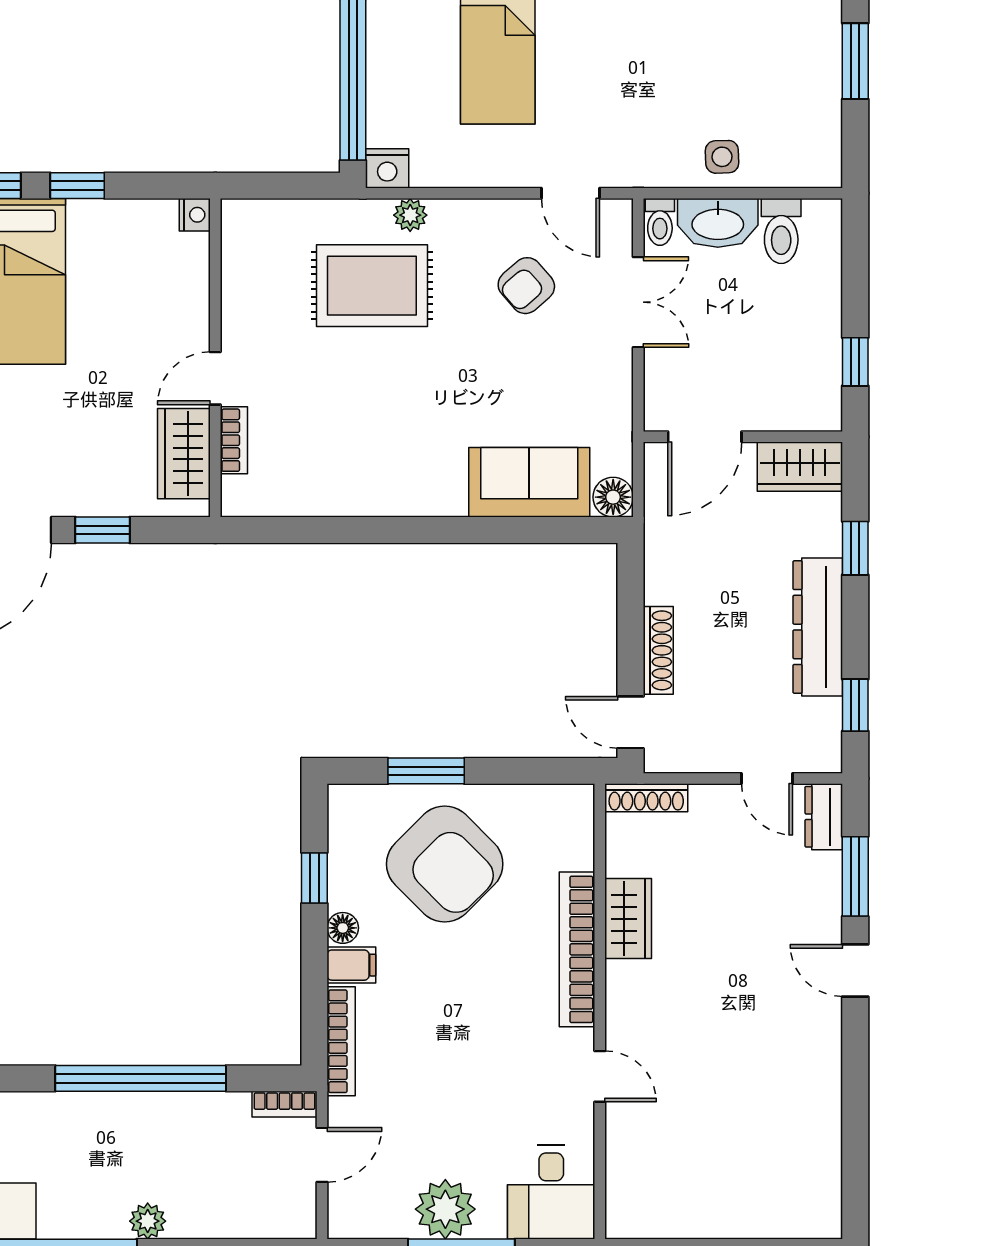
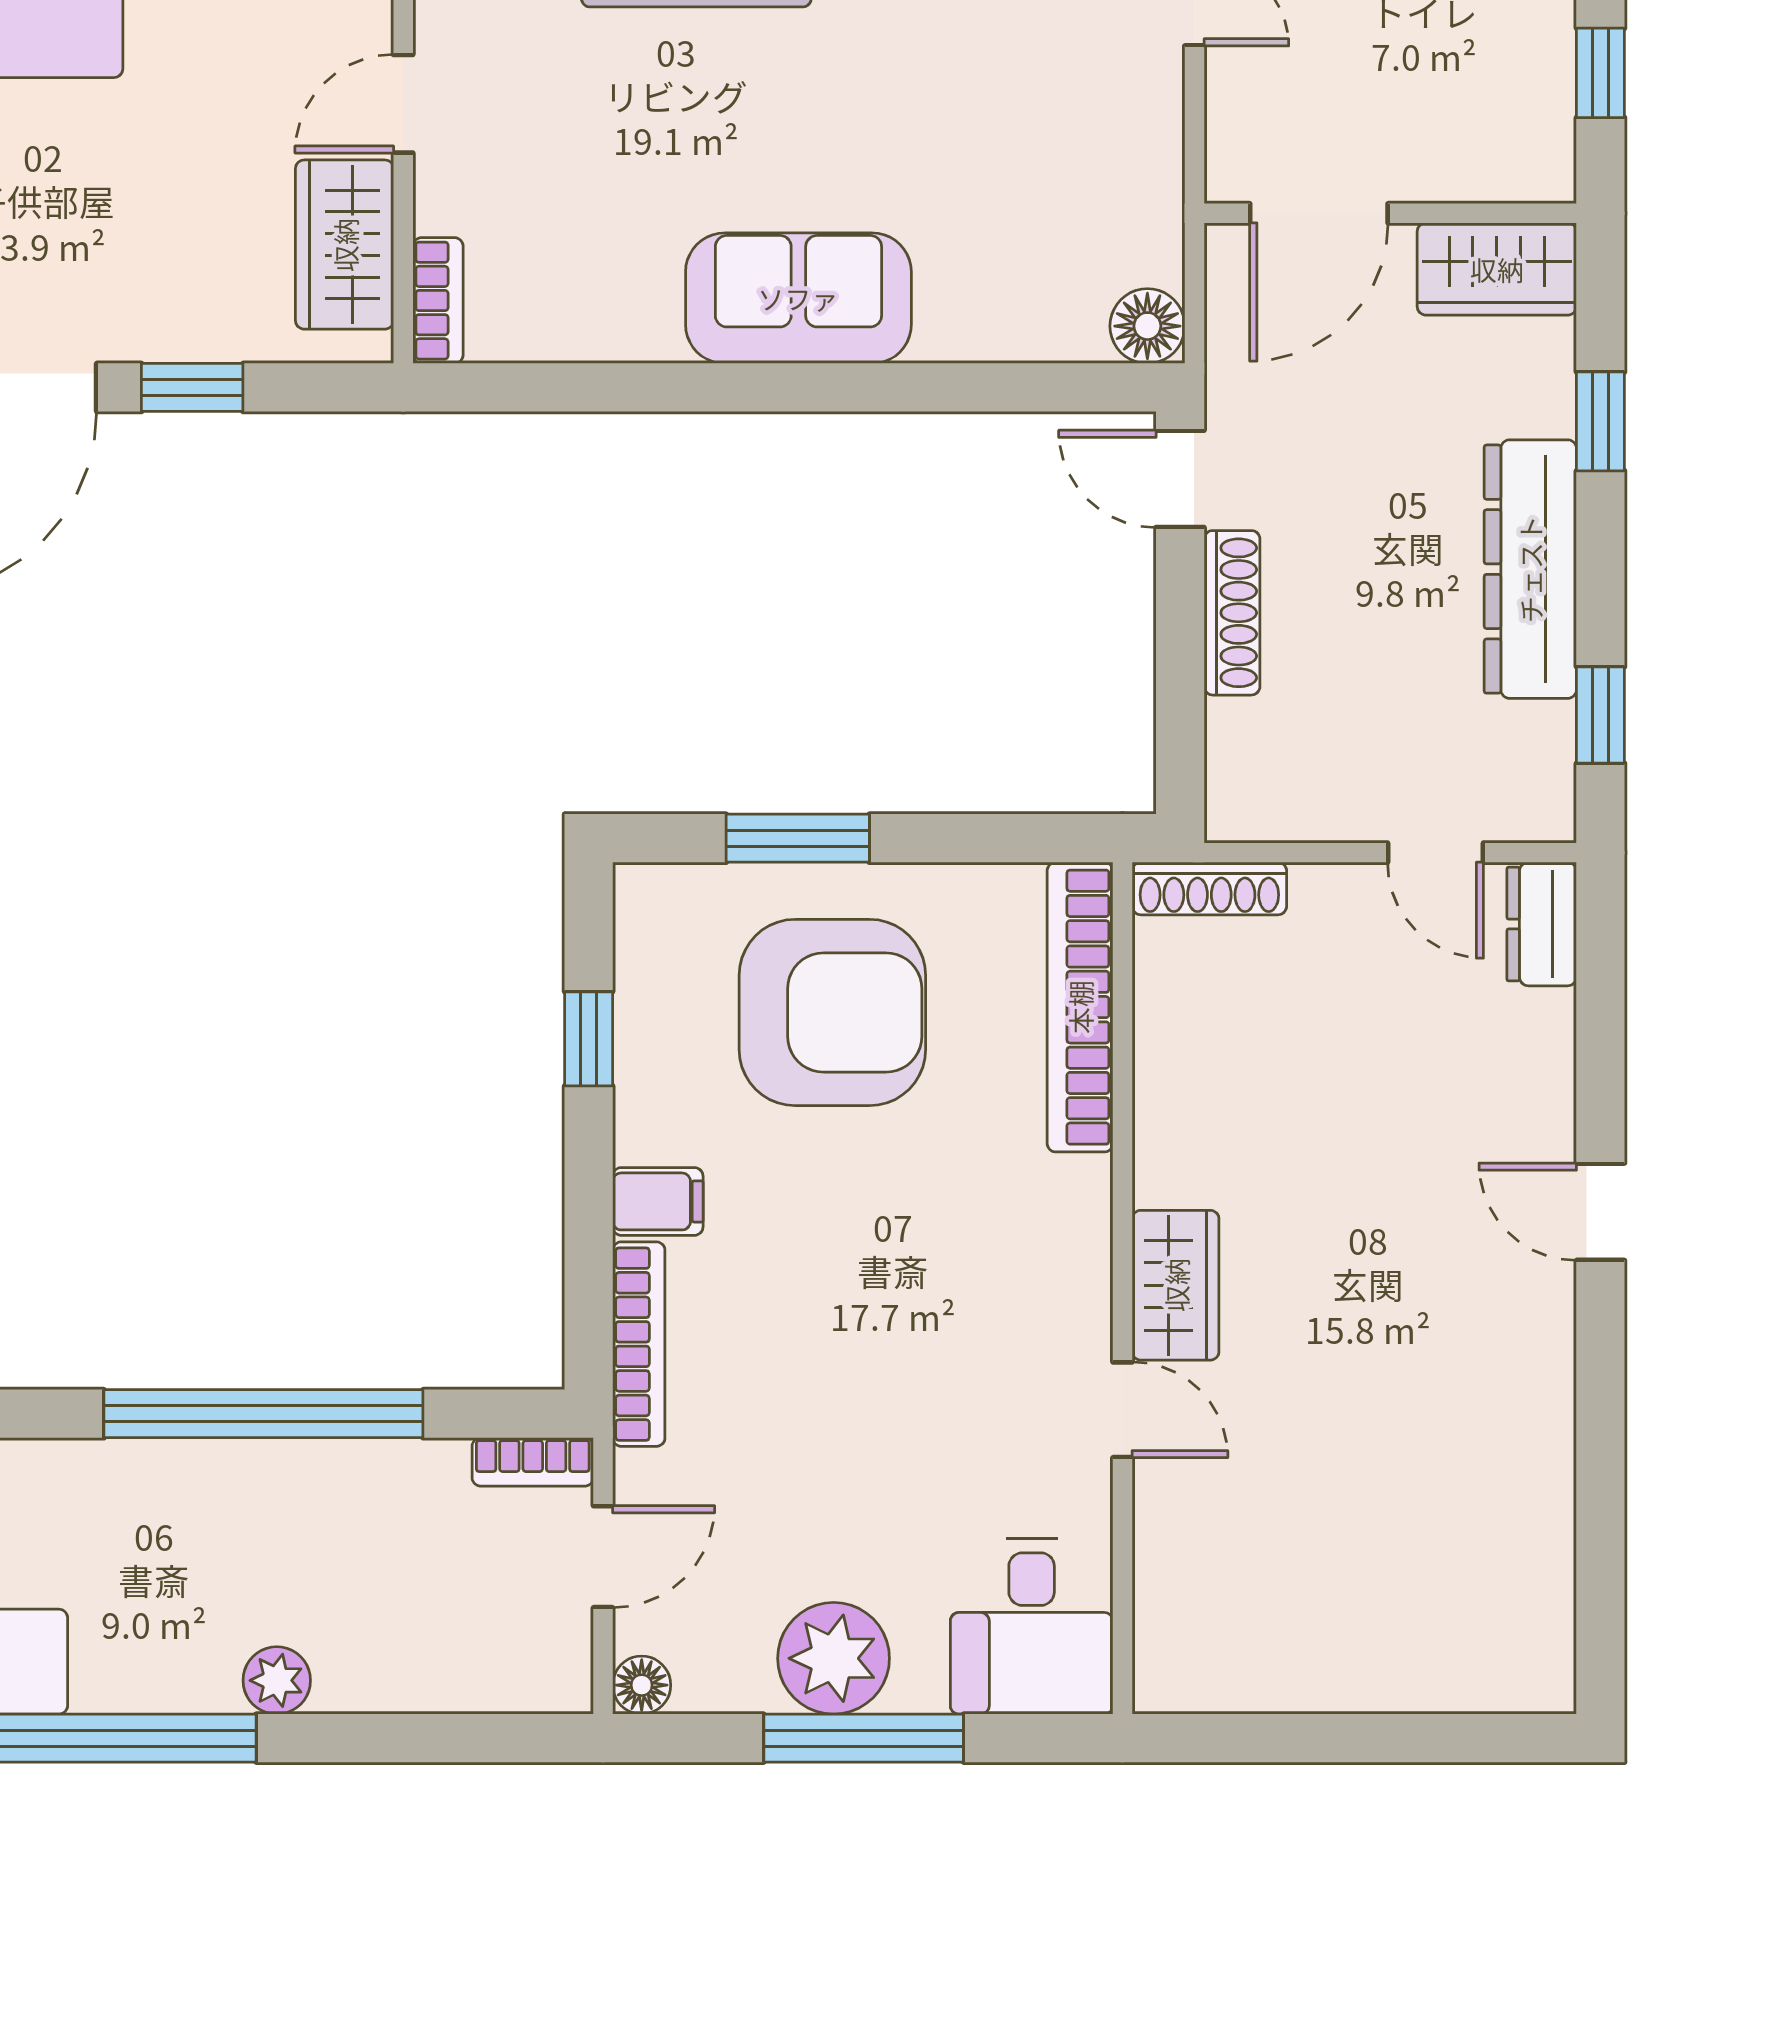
bookcase: (234, 440) -> (438, 301), moved
sofa: (529, 482) -> (798, 298), moved
door: (631, 722) -> (1180, 479), moved
armchair: (445, 864) -> (832, 1012), turned -45
window: (855, 876) -> (1600, 1036), removed
wardrobe: (628, 919) -> (1176, 1285), moved
floor lamp: (343, 928) -> (642, 1685), moved
bookcase: (577, 949) -> (1080, 1007), moved

